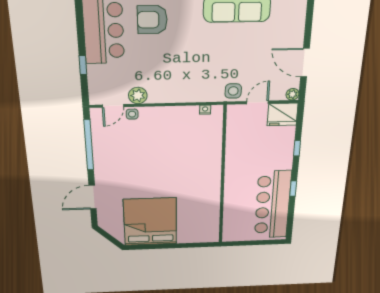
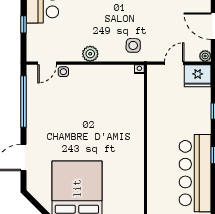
side table: (233, 91) -> (133, 45), moved
plant: (138, 96) -> (90, 54), moved
nightstand: (205, 110) -> (139, 69), moved

